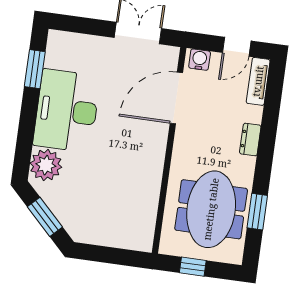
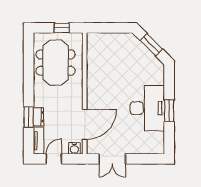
window: (35, 69) -> (169, 111), moved
dresser: (250, 139) -> (38, 117), moved
plant: (46, 165) -> (155, 75), removed
window: (257, 212) -> (29, 117), moved

